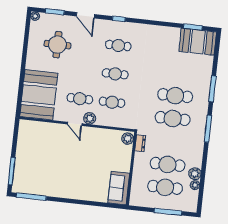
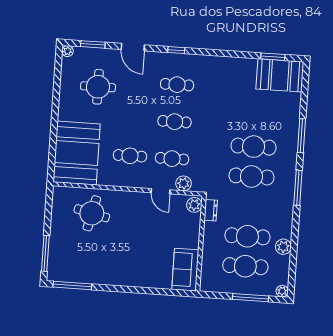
plant: (90, 118) -> (184, 183), moved
door: (75, 124) -> (161, 191), moved
round table: (49, 142) -> (92, 213), added
plant: (195, 185) -> (282, 291), moved

